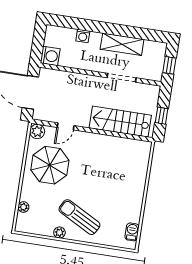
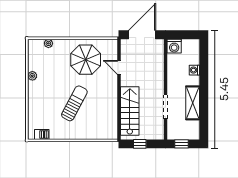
plant: (37, 131) -> (111, 45), removed
sun lounger: (79, 217) -> (74, 103), moved

